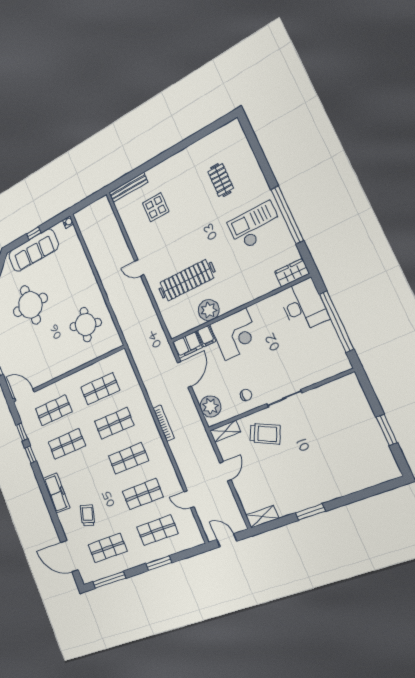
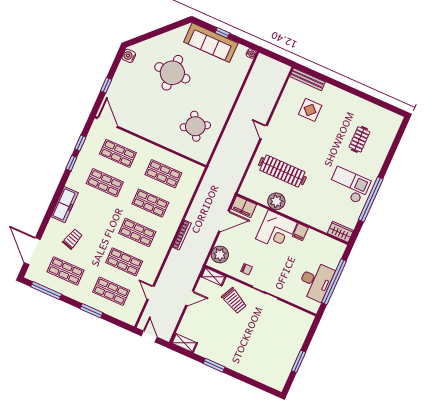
desk: (303, 306) -> (316, 281), moved
round table: (86, 325) -> (195, 126), turned 45
filing cabinet: (206, 336) -> (300, 232), moved

